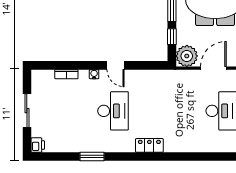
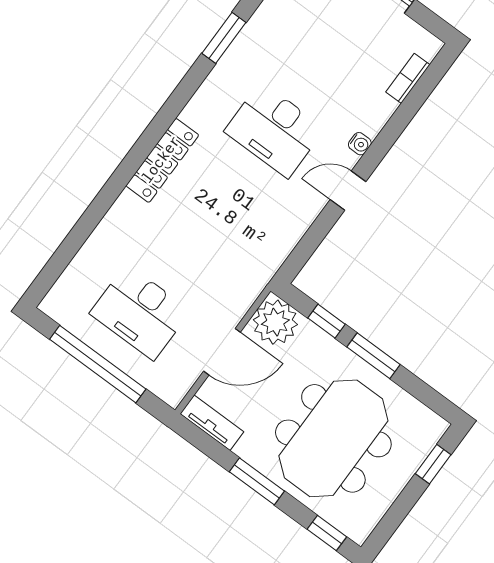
door: (213, 68) -> (222, 352), hinge flipped
bookcase: (66, 74) -> (408, 78), moved
locker: (149, 145) -> (162, 160), width x1.53

